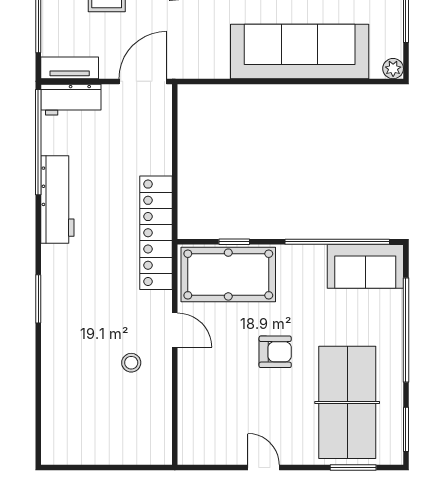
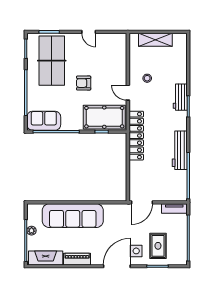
plant: (393, 69) -> (32, 231), moved
workbench: (71, 100) -> (180, 97), moved, turned -90
shelving: (113, 450) -> (155, 40), added

